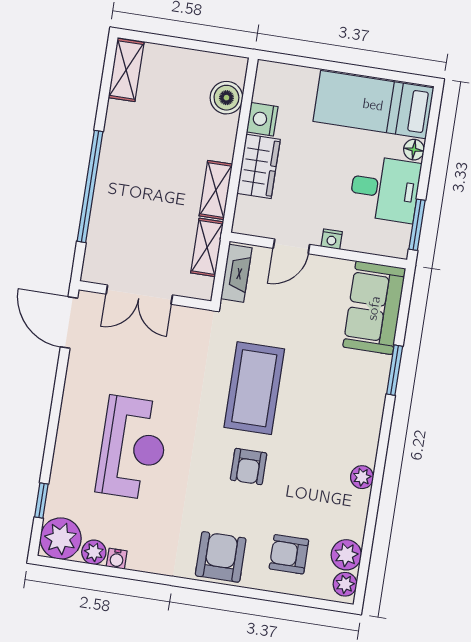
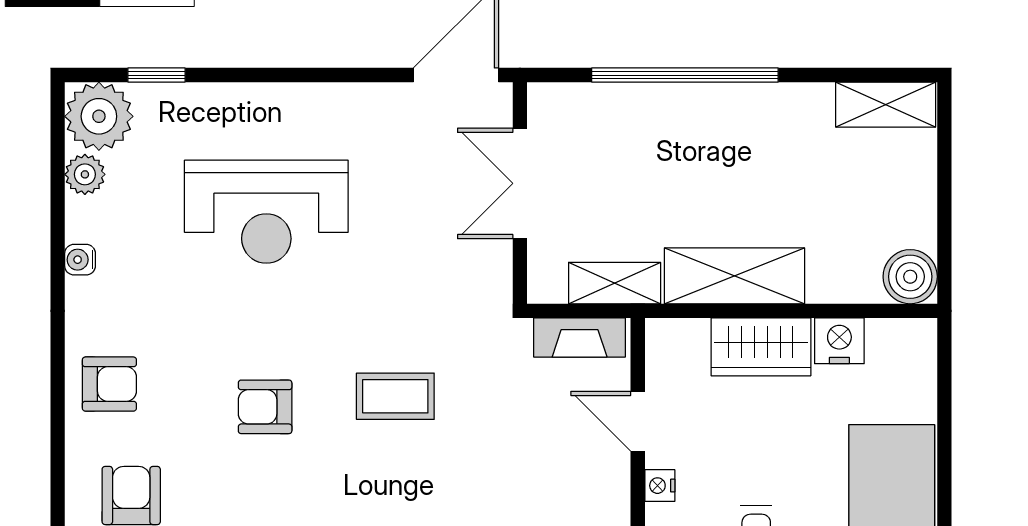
boiler: (226, 98) -> (910, 277), moved
shelving: (216, 190) -> (734, 276), width x1.50, depth x1.33
coffee table: (254, 388) -> (395, 396), width x0.54, depth x0.58
armchair: (221, 557) -> (109, 384), width x0.72, depth x0.72
water cooler: (117, 559) -> (80, 260), moved

